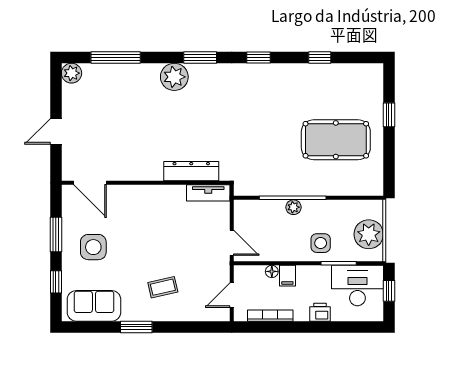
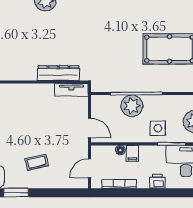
plant: (293, 207) -> (132, 106), width x1.88, depth x1.88

